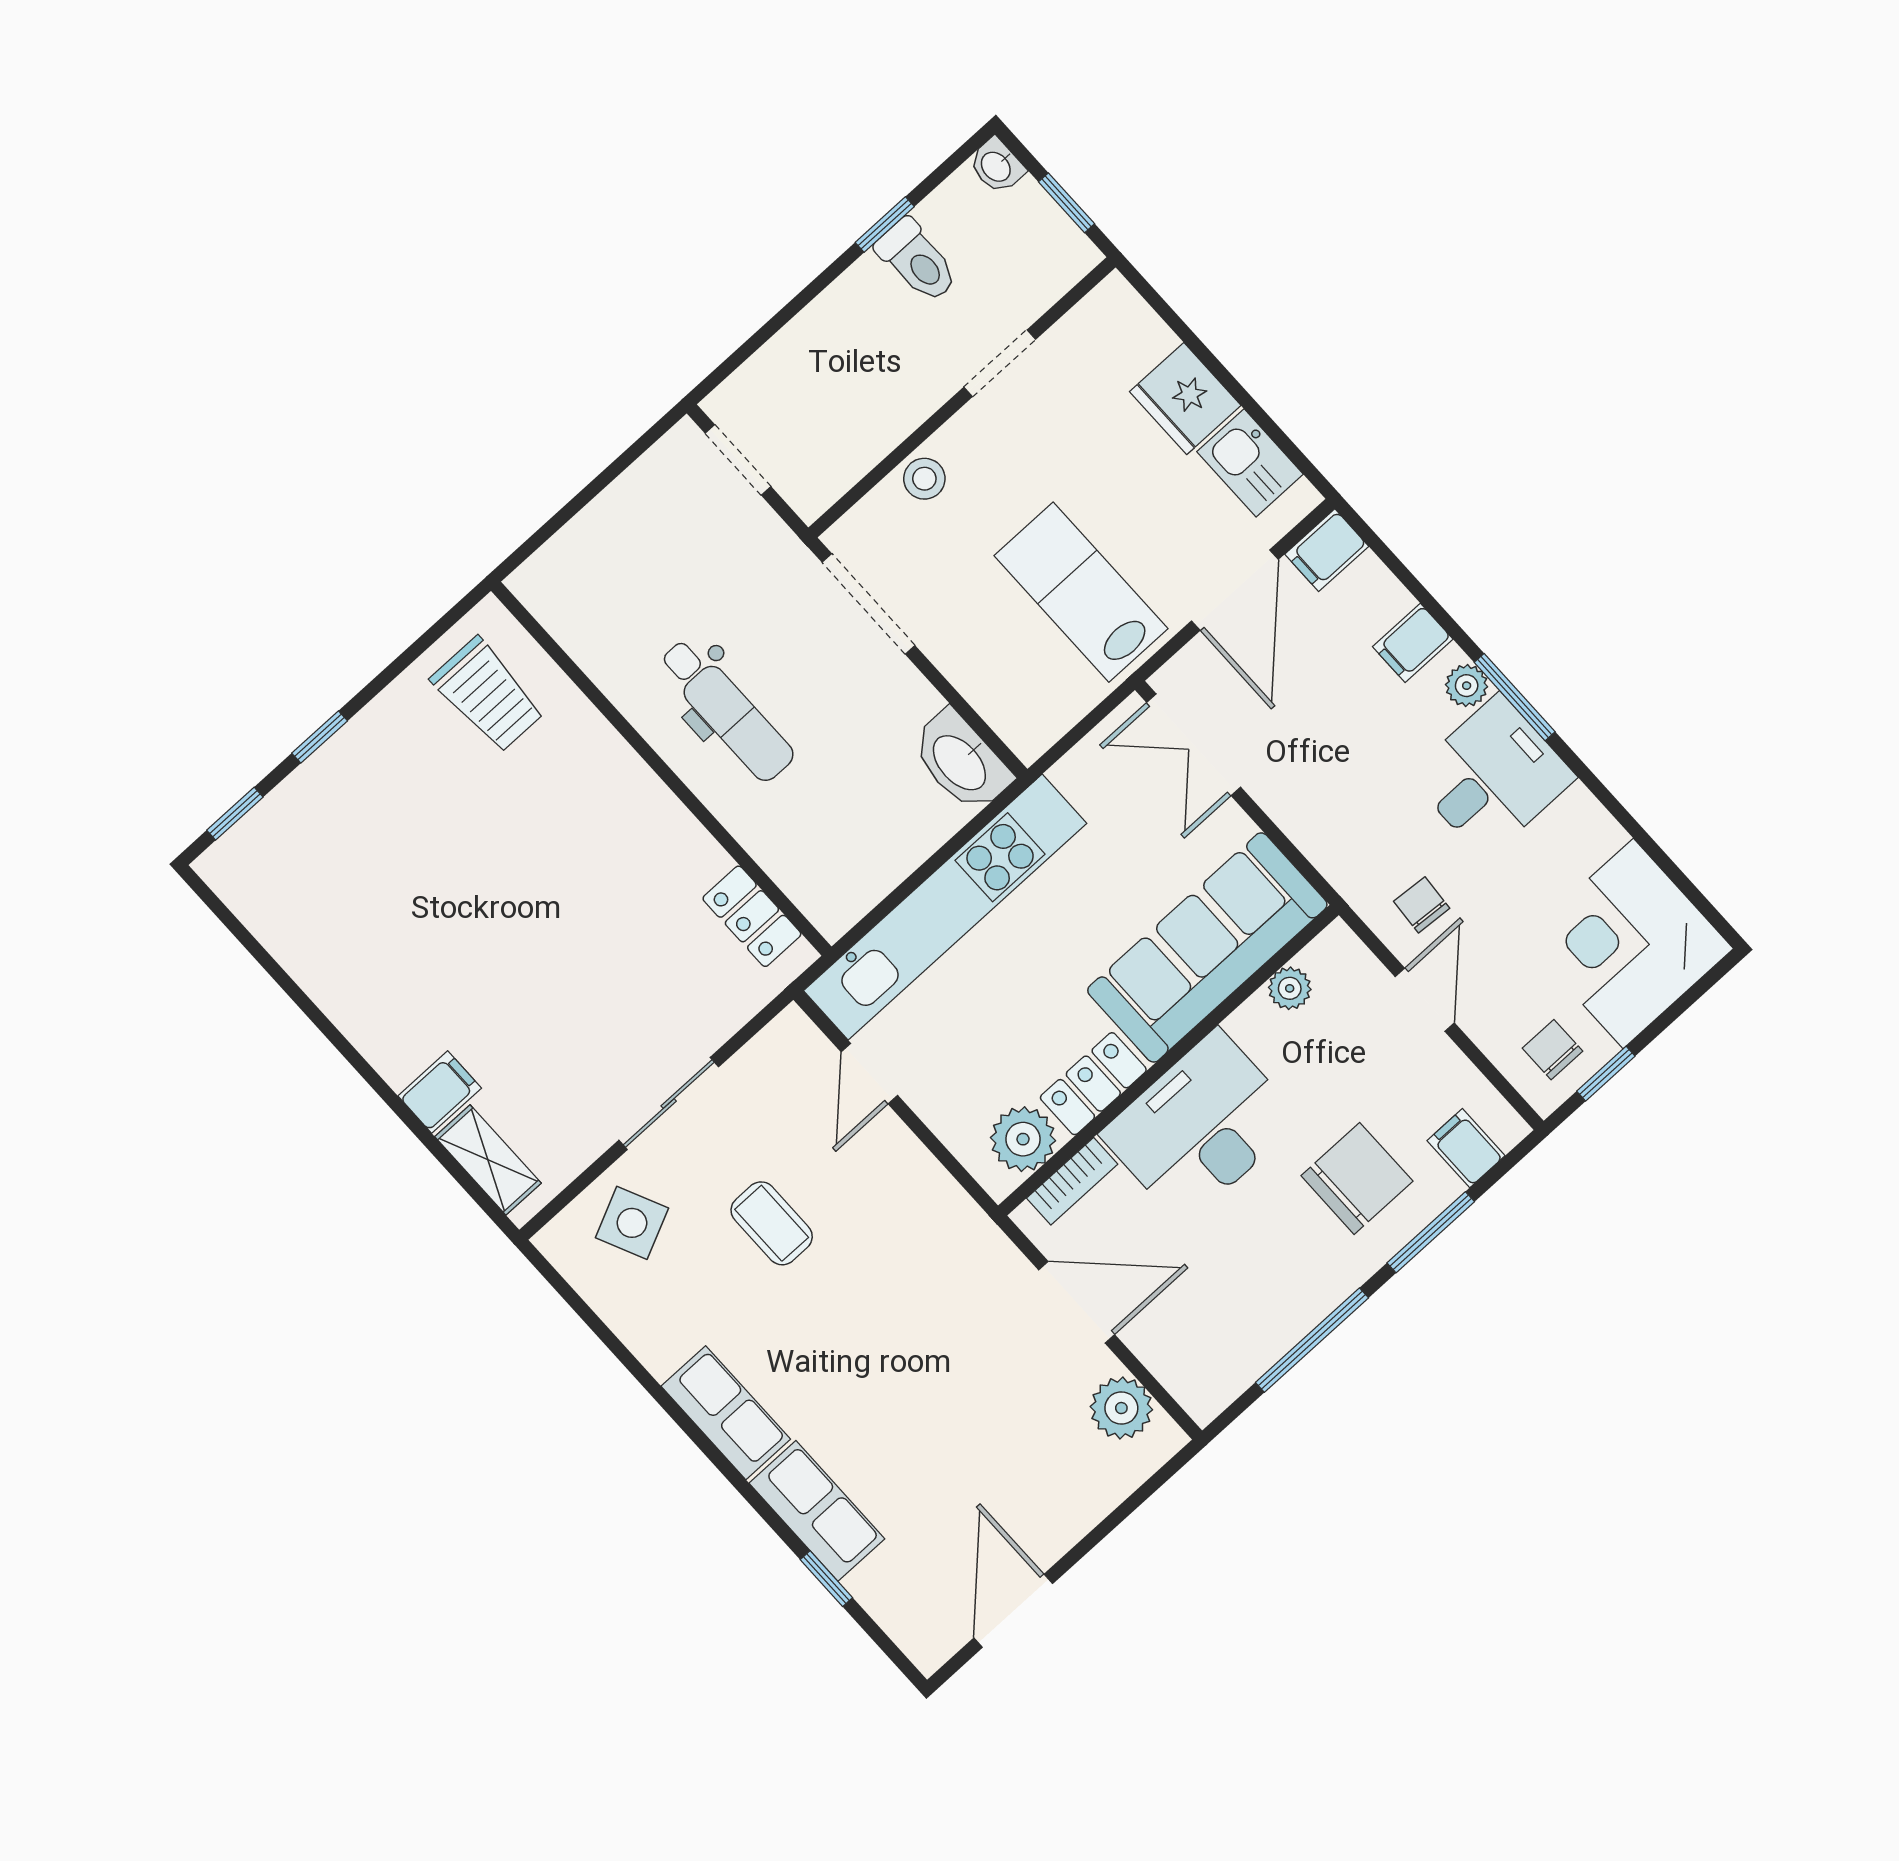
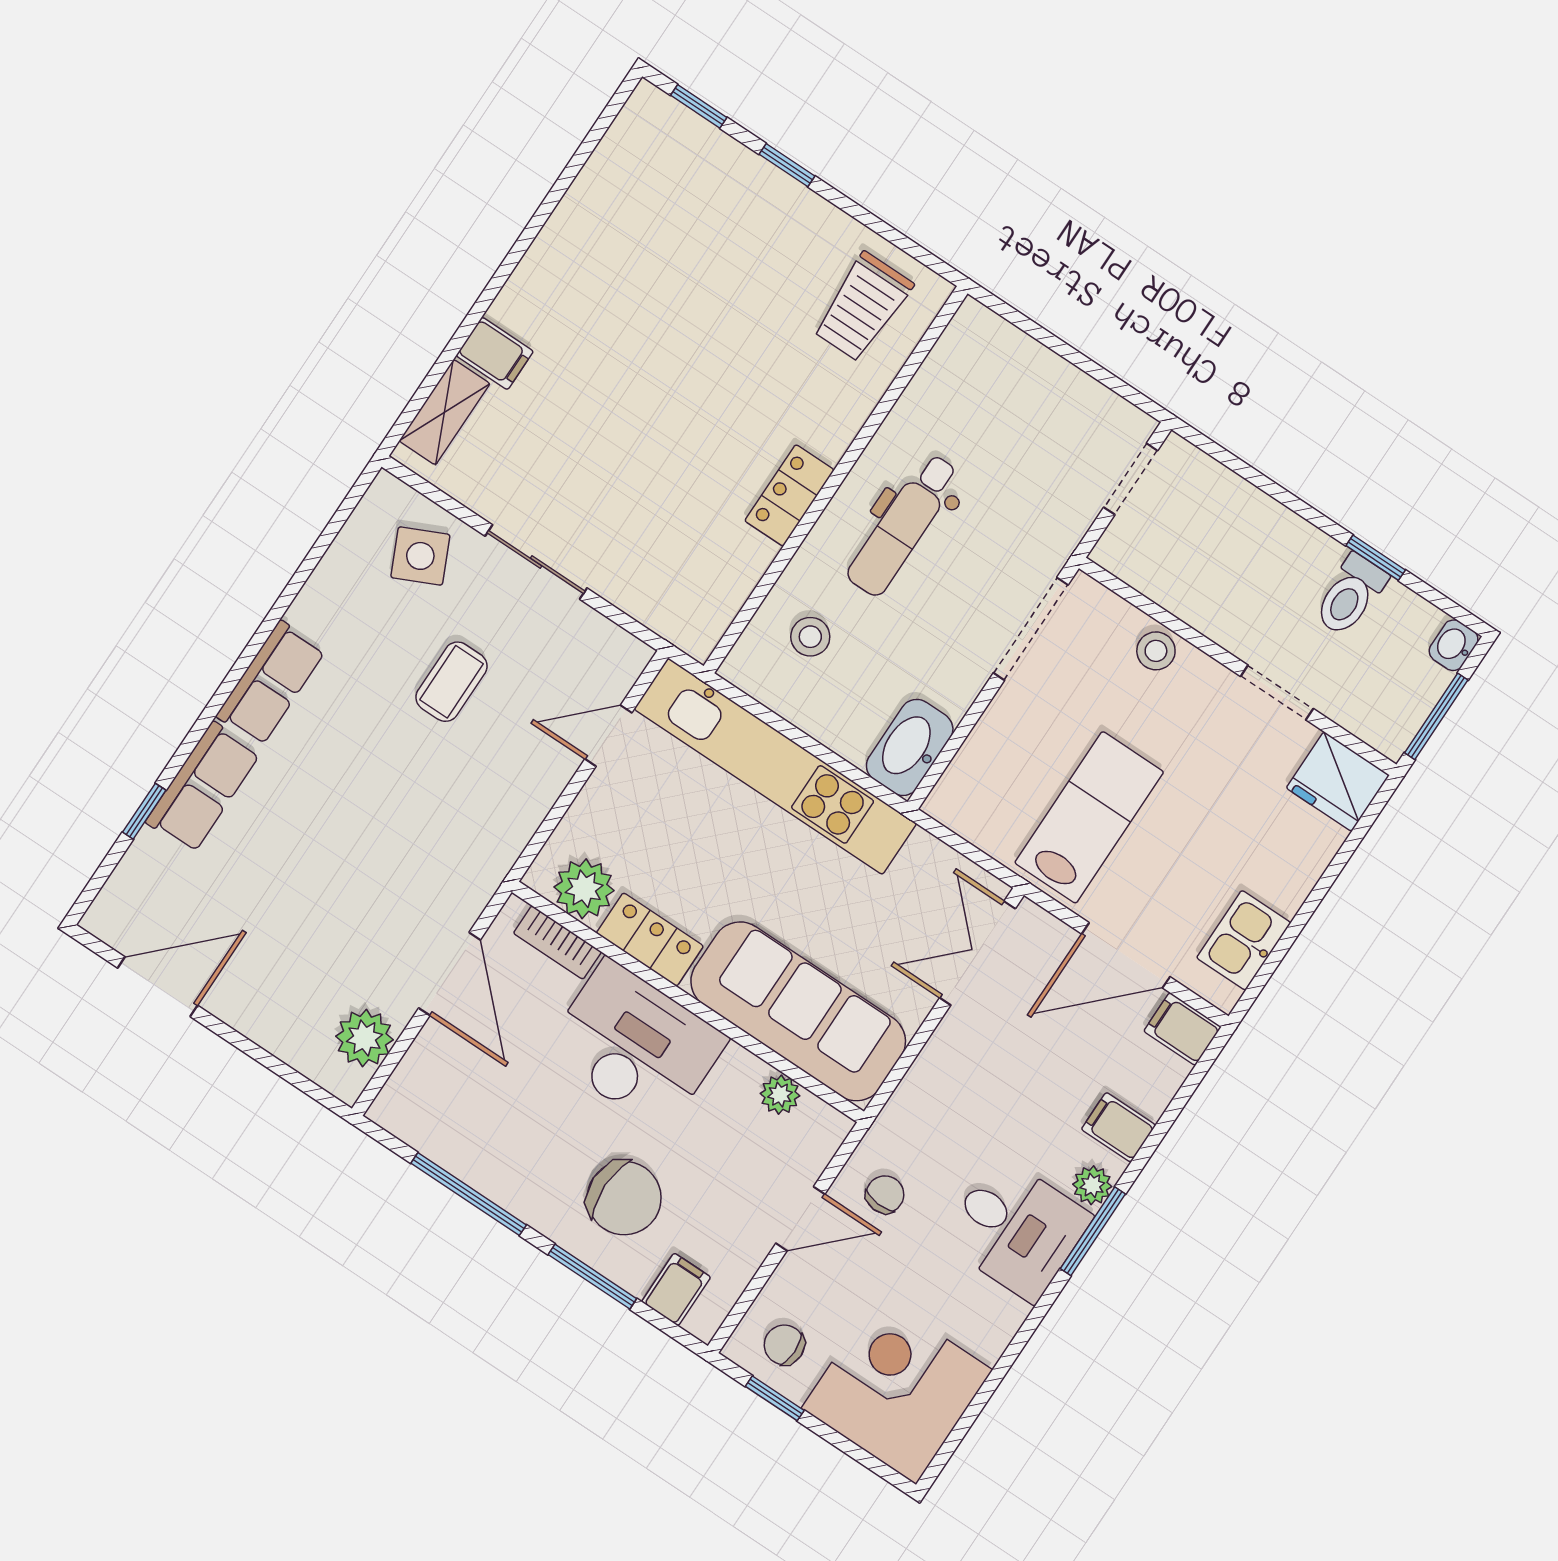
window: (1066, 203) -> (1436, 716), width x1.50
fridge: (1185, 398) -> (1338, 782), moved, turned -90
stool: (819, 836) -> (810, 637), added
locker: (752, 916) -> (789, 495), moved
chair: (1552, 1050) -> (784, 1345), turned -90

